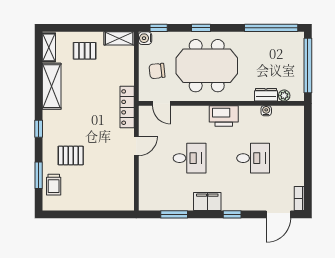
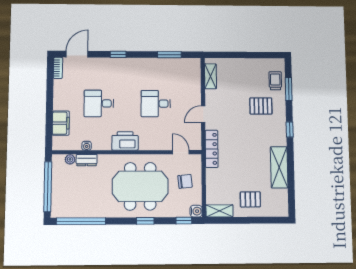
shelving: (49, 47) -> (211, 76), moved
filing cabinet: (207, 202) -> (61, 123), moved, turned -90

